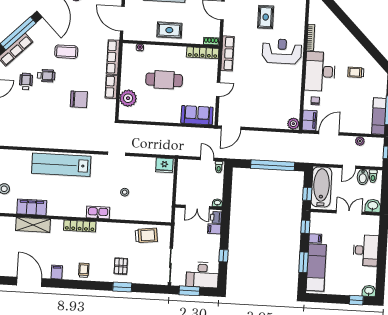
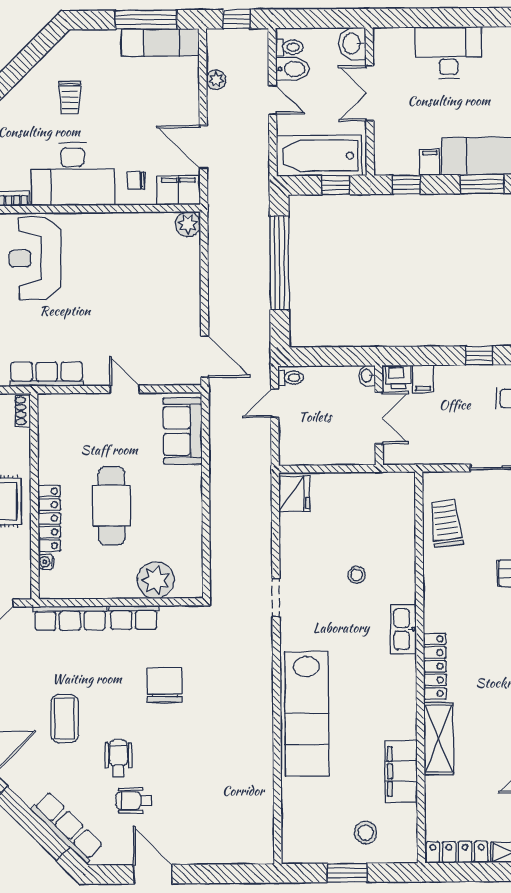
locker: (203, 53) -> (49, 518), moved
shelving: (33, 225) -> (439, 739), moved

